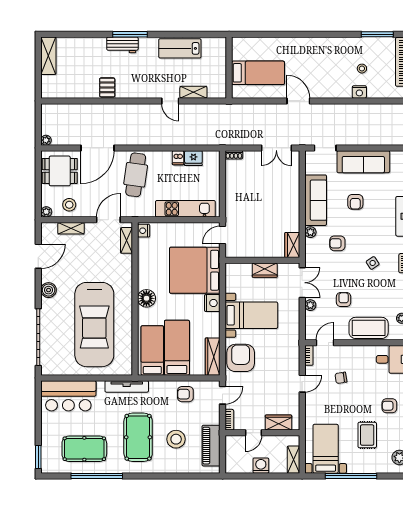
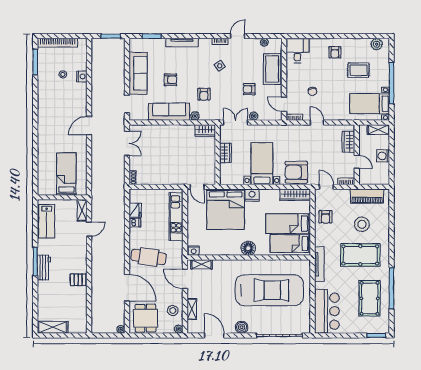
wall: (229, 68) -> (62, 197), moved
bed: (258, 73) -> (66, 174), moved

